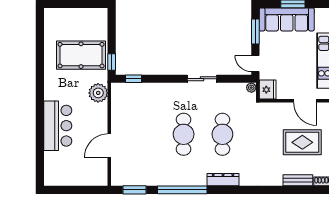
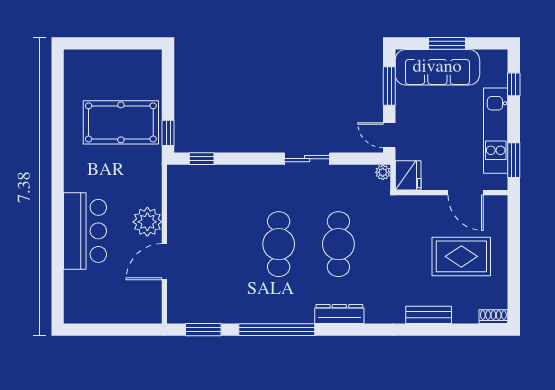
plant: (98, 93) -> (147, 222), moved
bench: (298, 180) -> (429, 315), moved

